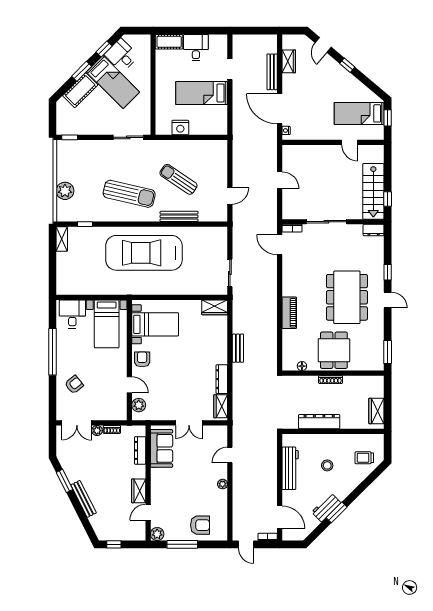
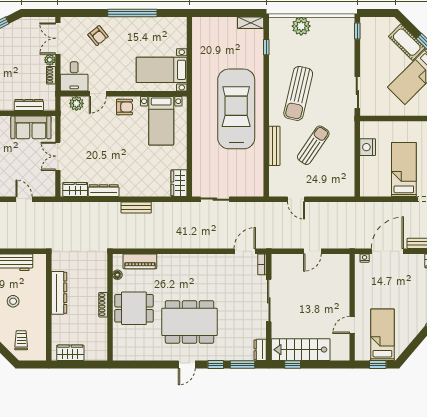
piano: (289, 313) -> (140, 261), moved
desk: (72, 314) -> (74, 76), moved, turned 90
window: (388, 352) -> (242, 365), moved

